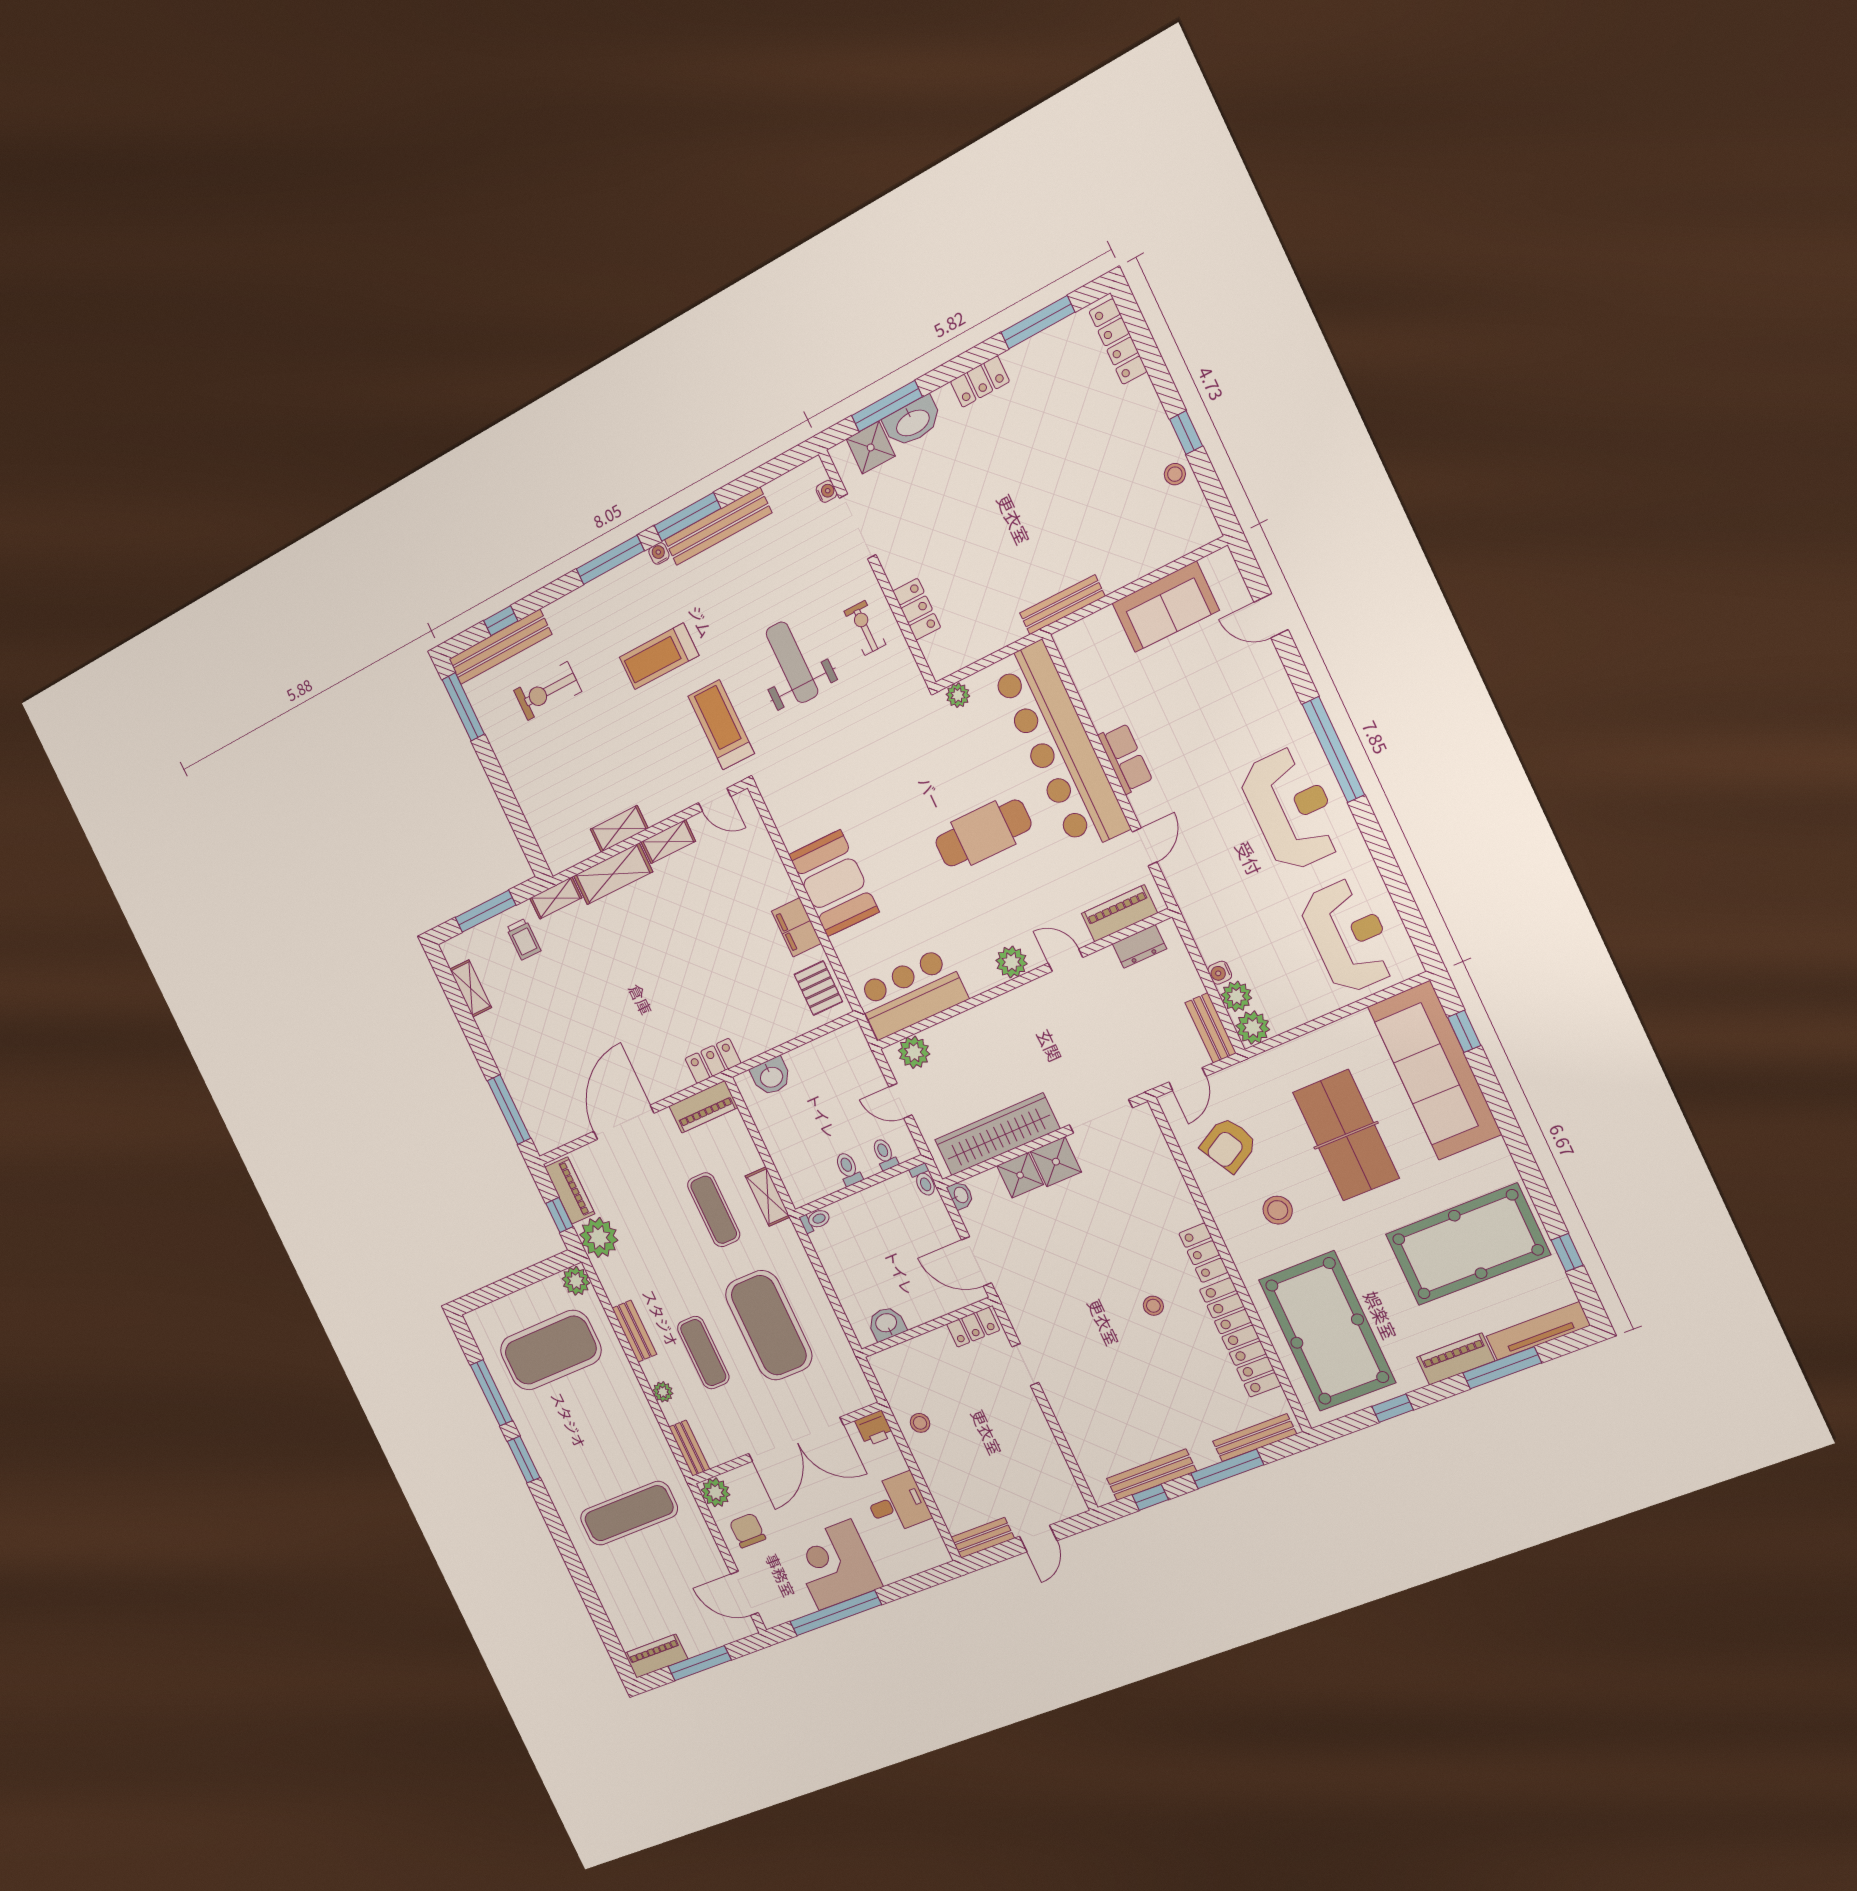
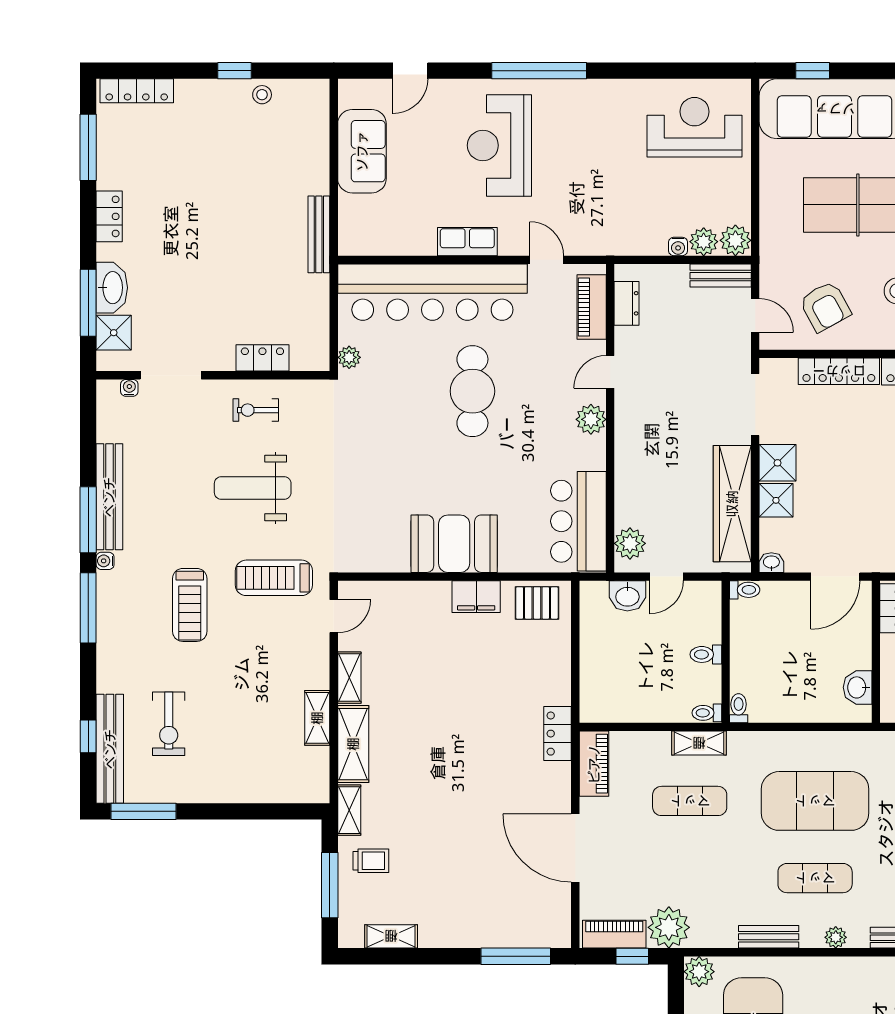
reception desk: (1292, 809) -> (499, 145), moved, turned -90
washbasin: (771, 1076) -> (627, 596), moved, turned 90
toilet: (885, 1154) -> (707, 713), moved
locker: (1172, 1185) -> (839, 371), added

